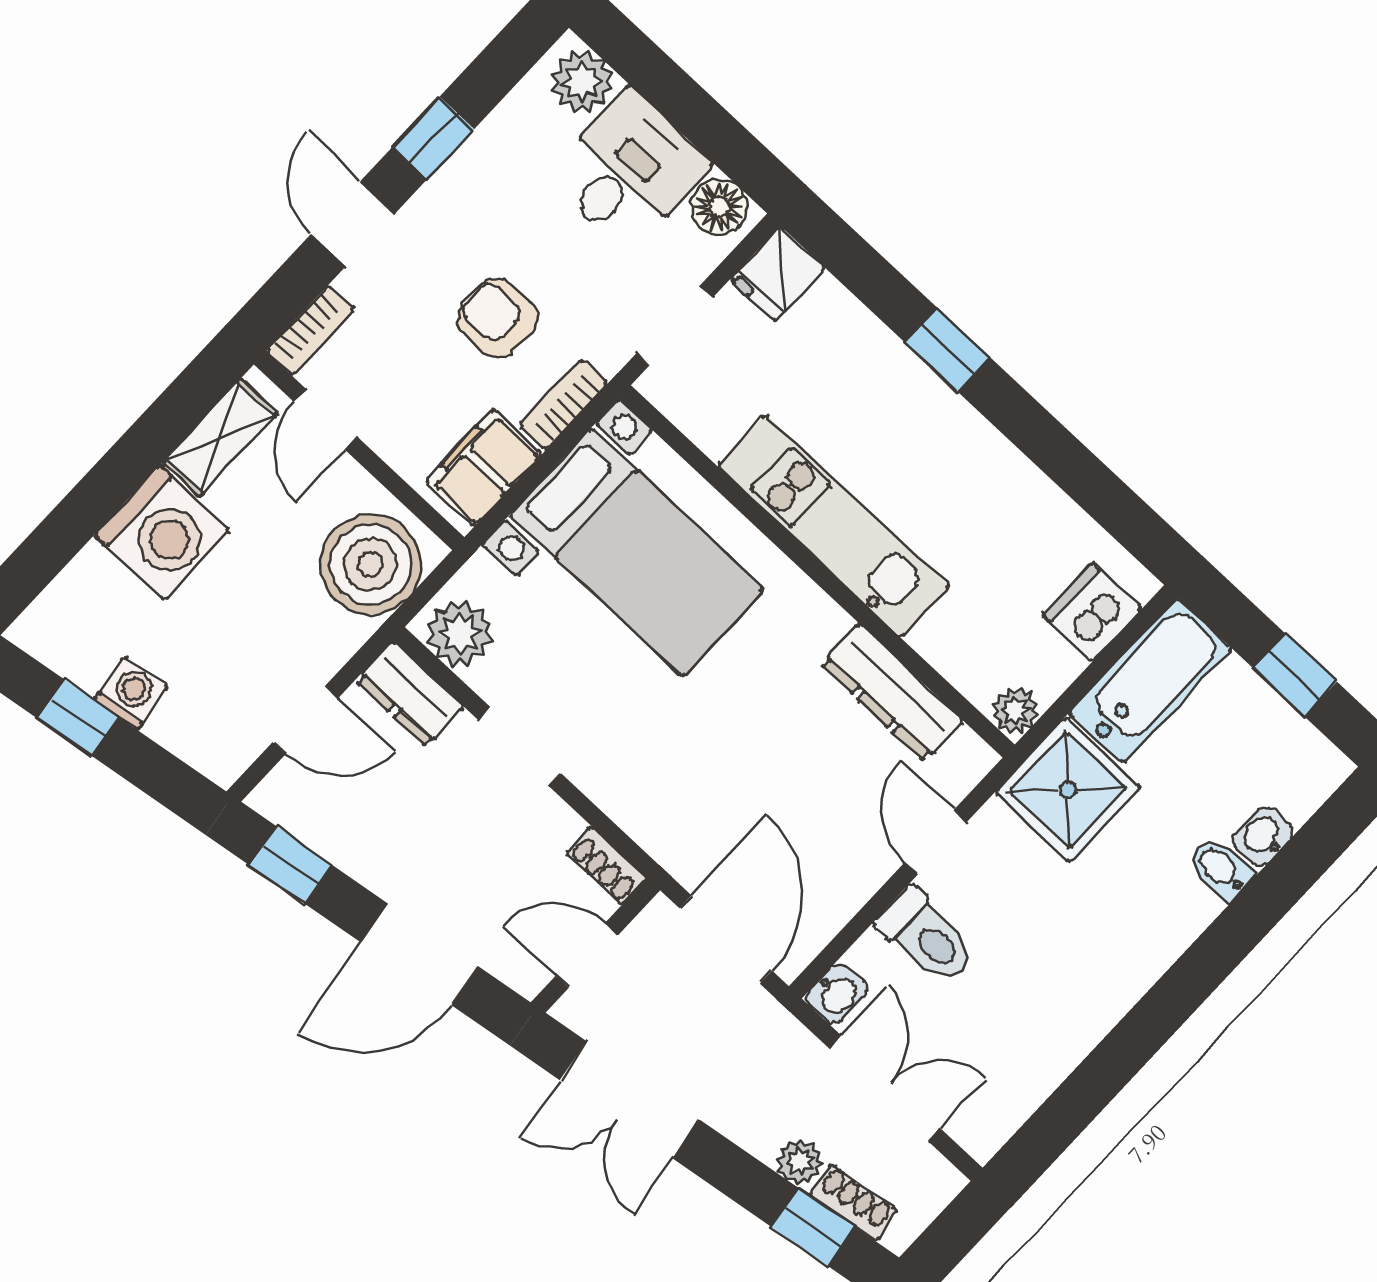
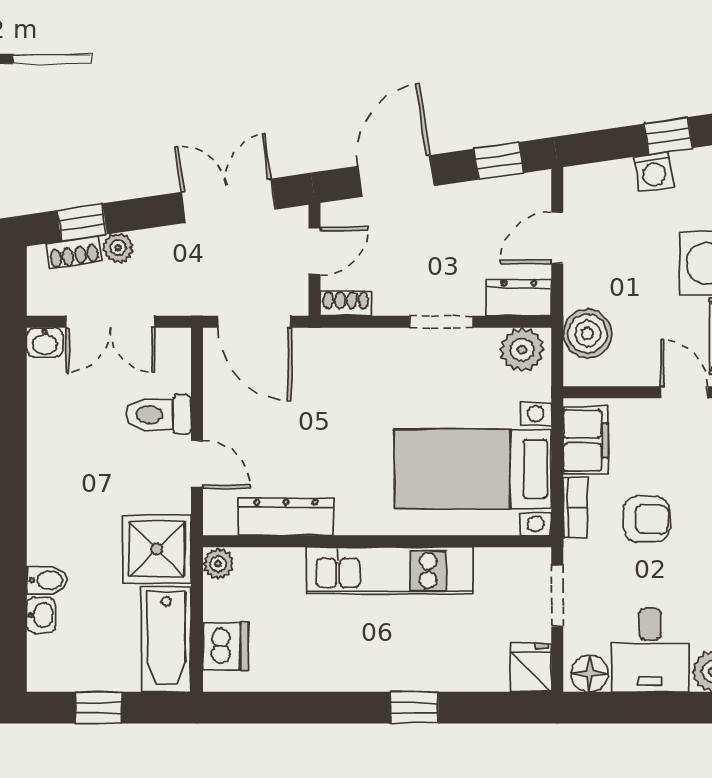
boiler: (370, 564) -> (587, 334), width x0.73, depth x0.73
washbasin: (837, 994) -> (45, 342), moved, turned -90

